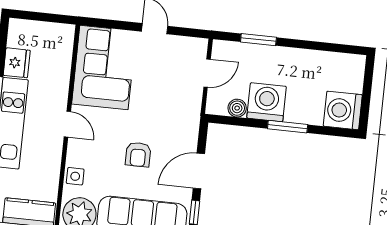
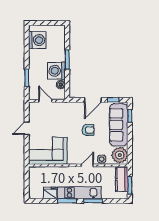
washing machine: (343, 110) -> (37, 40), moved, turned -90
door: (67, 124) -> (87, 165), moved
door: (199, 171) -> (93, 100), hinge flipped

